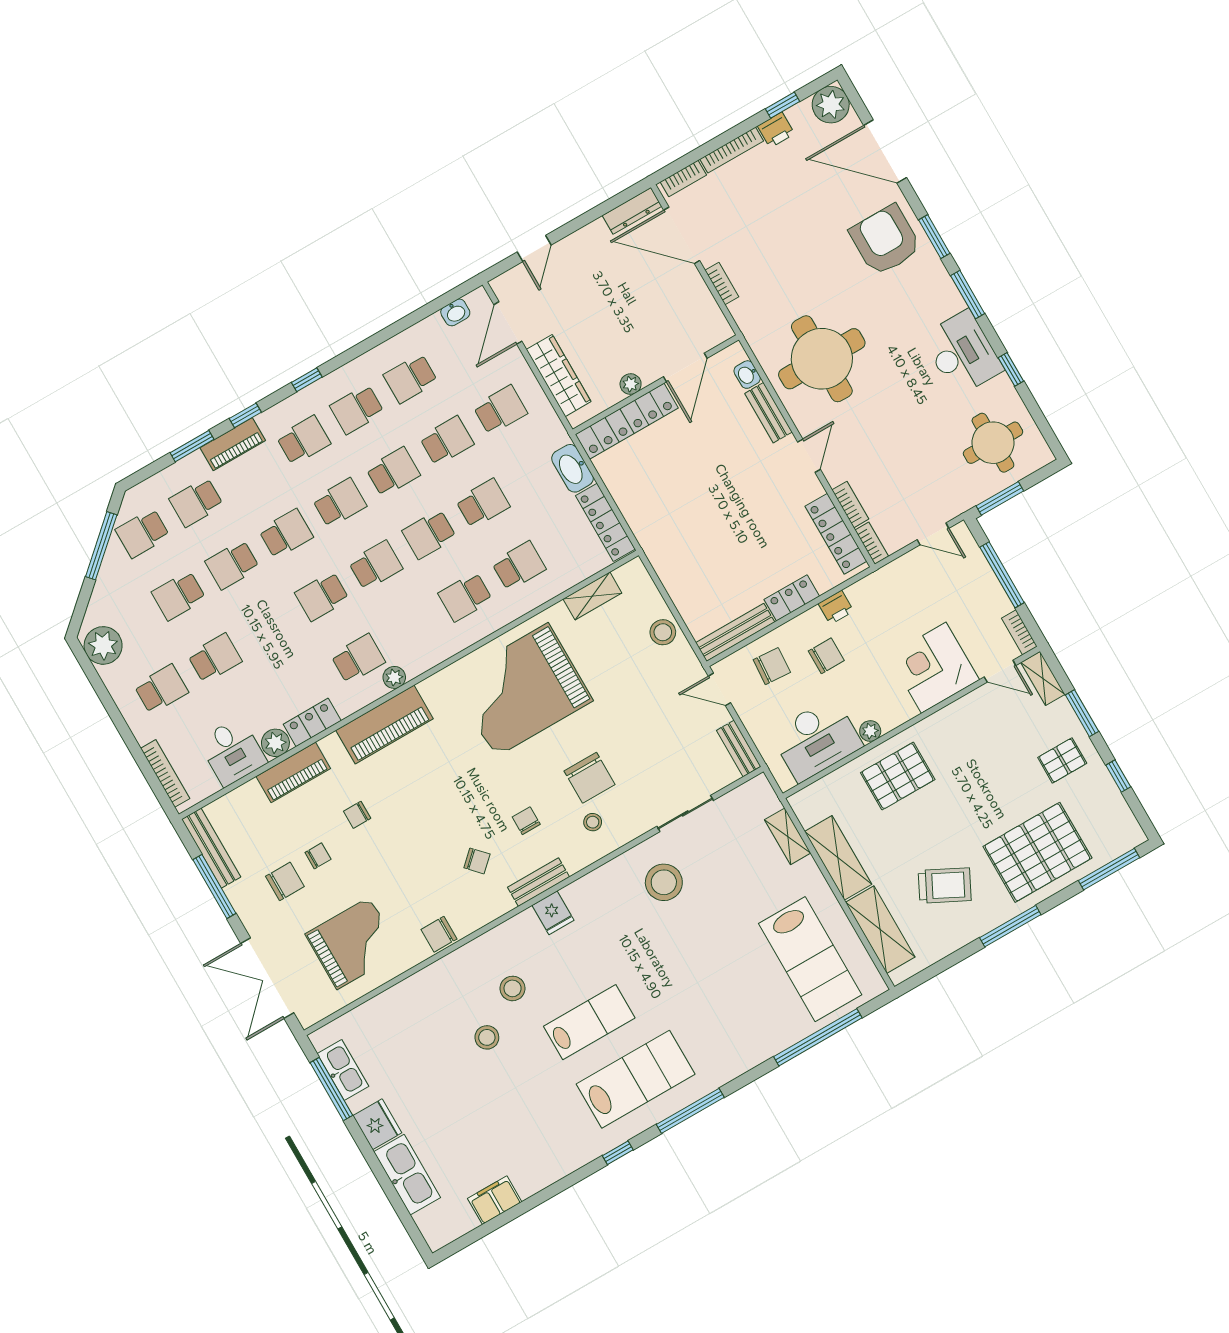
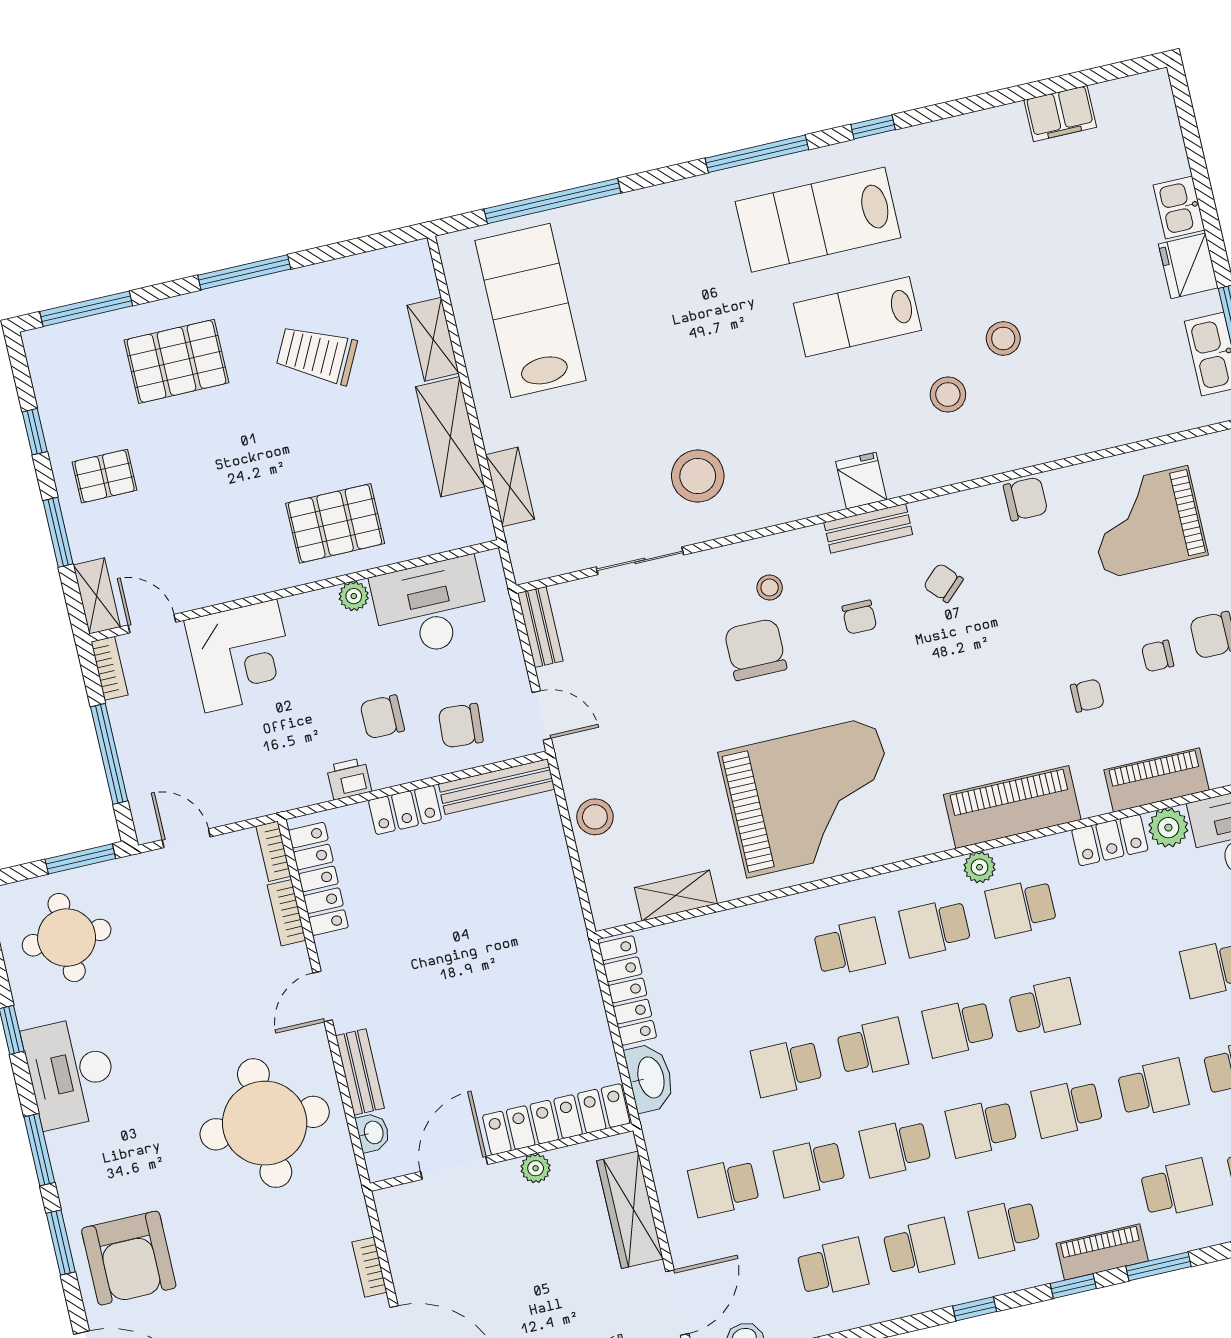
school desk: (519, 566) -> (935, 928), moved
pallet: (1037, 852) -> (177, 361), width x0.73, depth x0.71
shelving: (880, 930) -> (433, 339), width x0.67, depth x0.75
kitchen sink: (407, 1175) -> (1179, 207), width x0.53, depth x0.81

